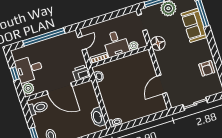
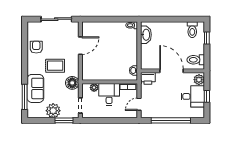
rug: (181, 55) -> (55, 66), added
sliding door: (195, 104) -> (56, 19), width x1.37

